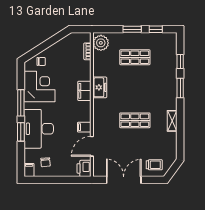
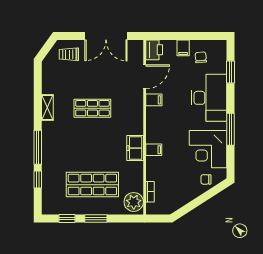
shop shelf: (135, 57) -> (92, 185), width x1.43, depth x1.36
window: (180, 88) -> (38, 147), width x1.44
filing cabinet: (84, 91) -> (154, 150), width x0.50
window: (21, 132) -> (231, 72), moved
filing cabinet: (29, 170) -> (183, 48), moved

